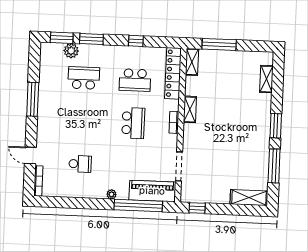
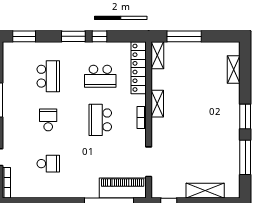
window: (91, 39) -> (73, 36), moved
plant: (71, 51) -> (34, 49), removed
school desk: (84, 78) -> (48, 76), turned 90
school desk: (82, 121) -> (48, 120), added
school desk: (133, 123) -> (100, 120), turned 180
plant: (112, 194) -> (81, 193), removed
shelving: (249, 198) -> (205, 191), moved

